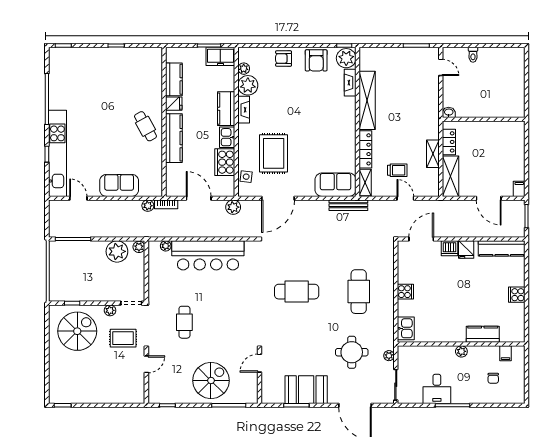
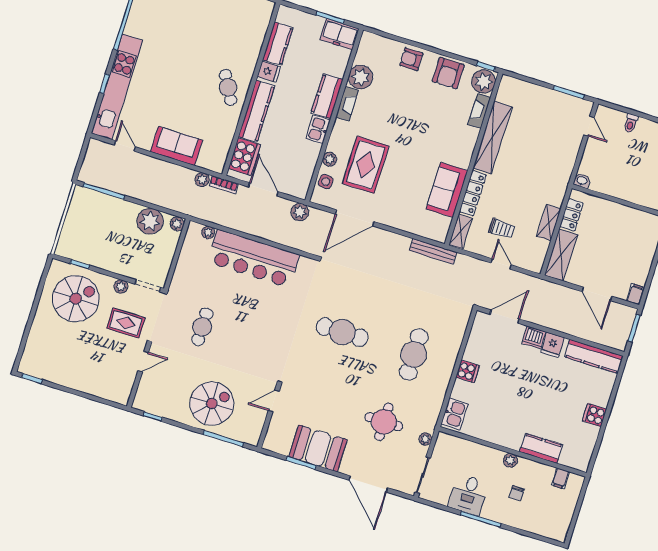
plant: (244, 69) -> (330, 159), moved
cooker: (225, 162) -> (244, 157), moved, turned 180
sofa: (336, 185) -> (447, 190), moved, turned -90
chair: (493, 378) -> (517, 493), moved

